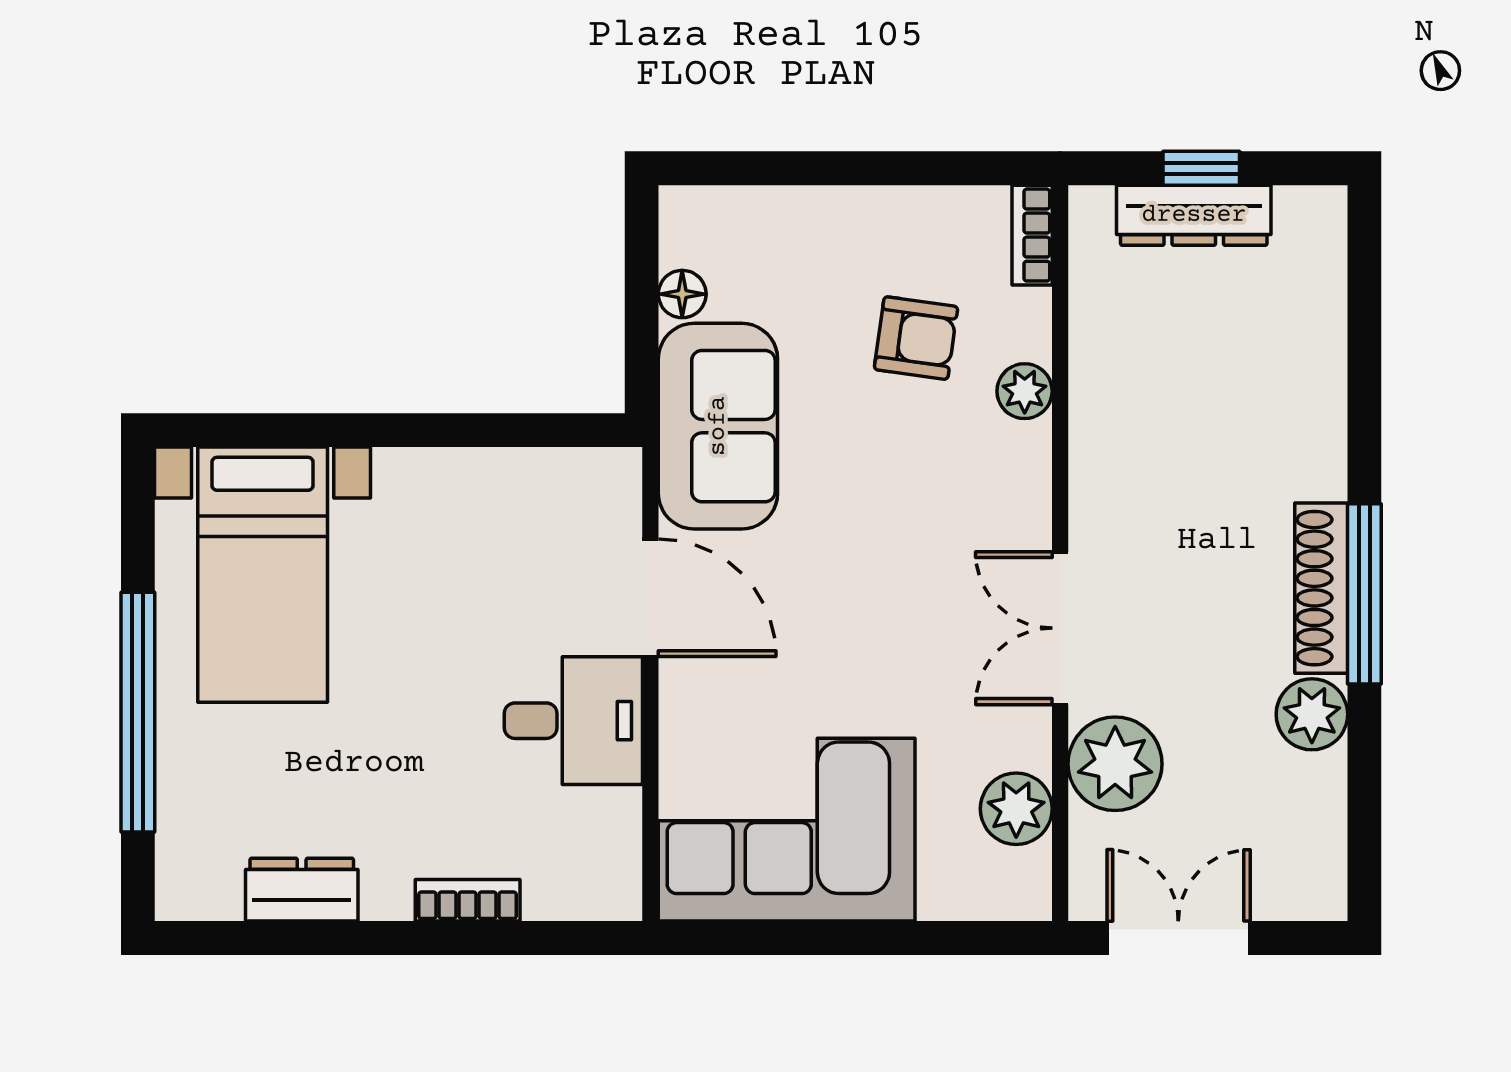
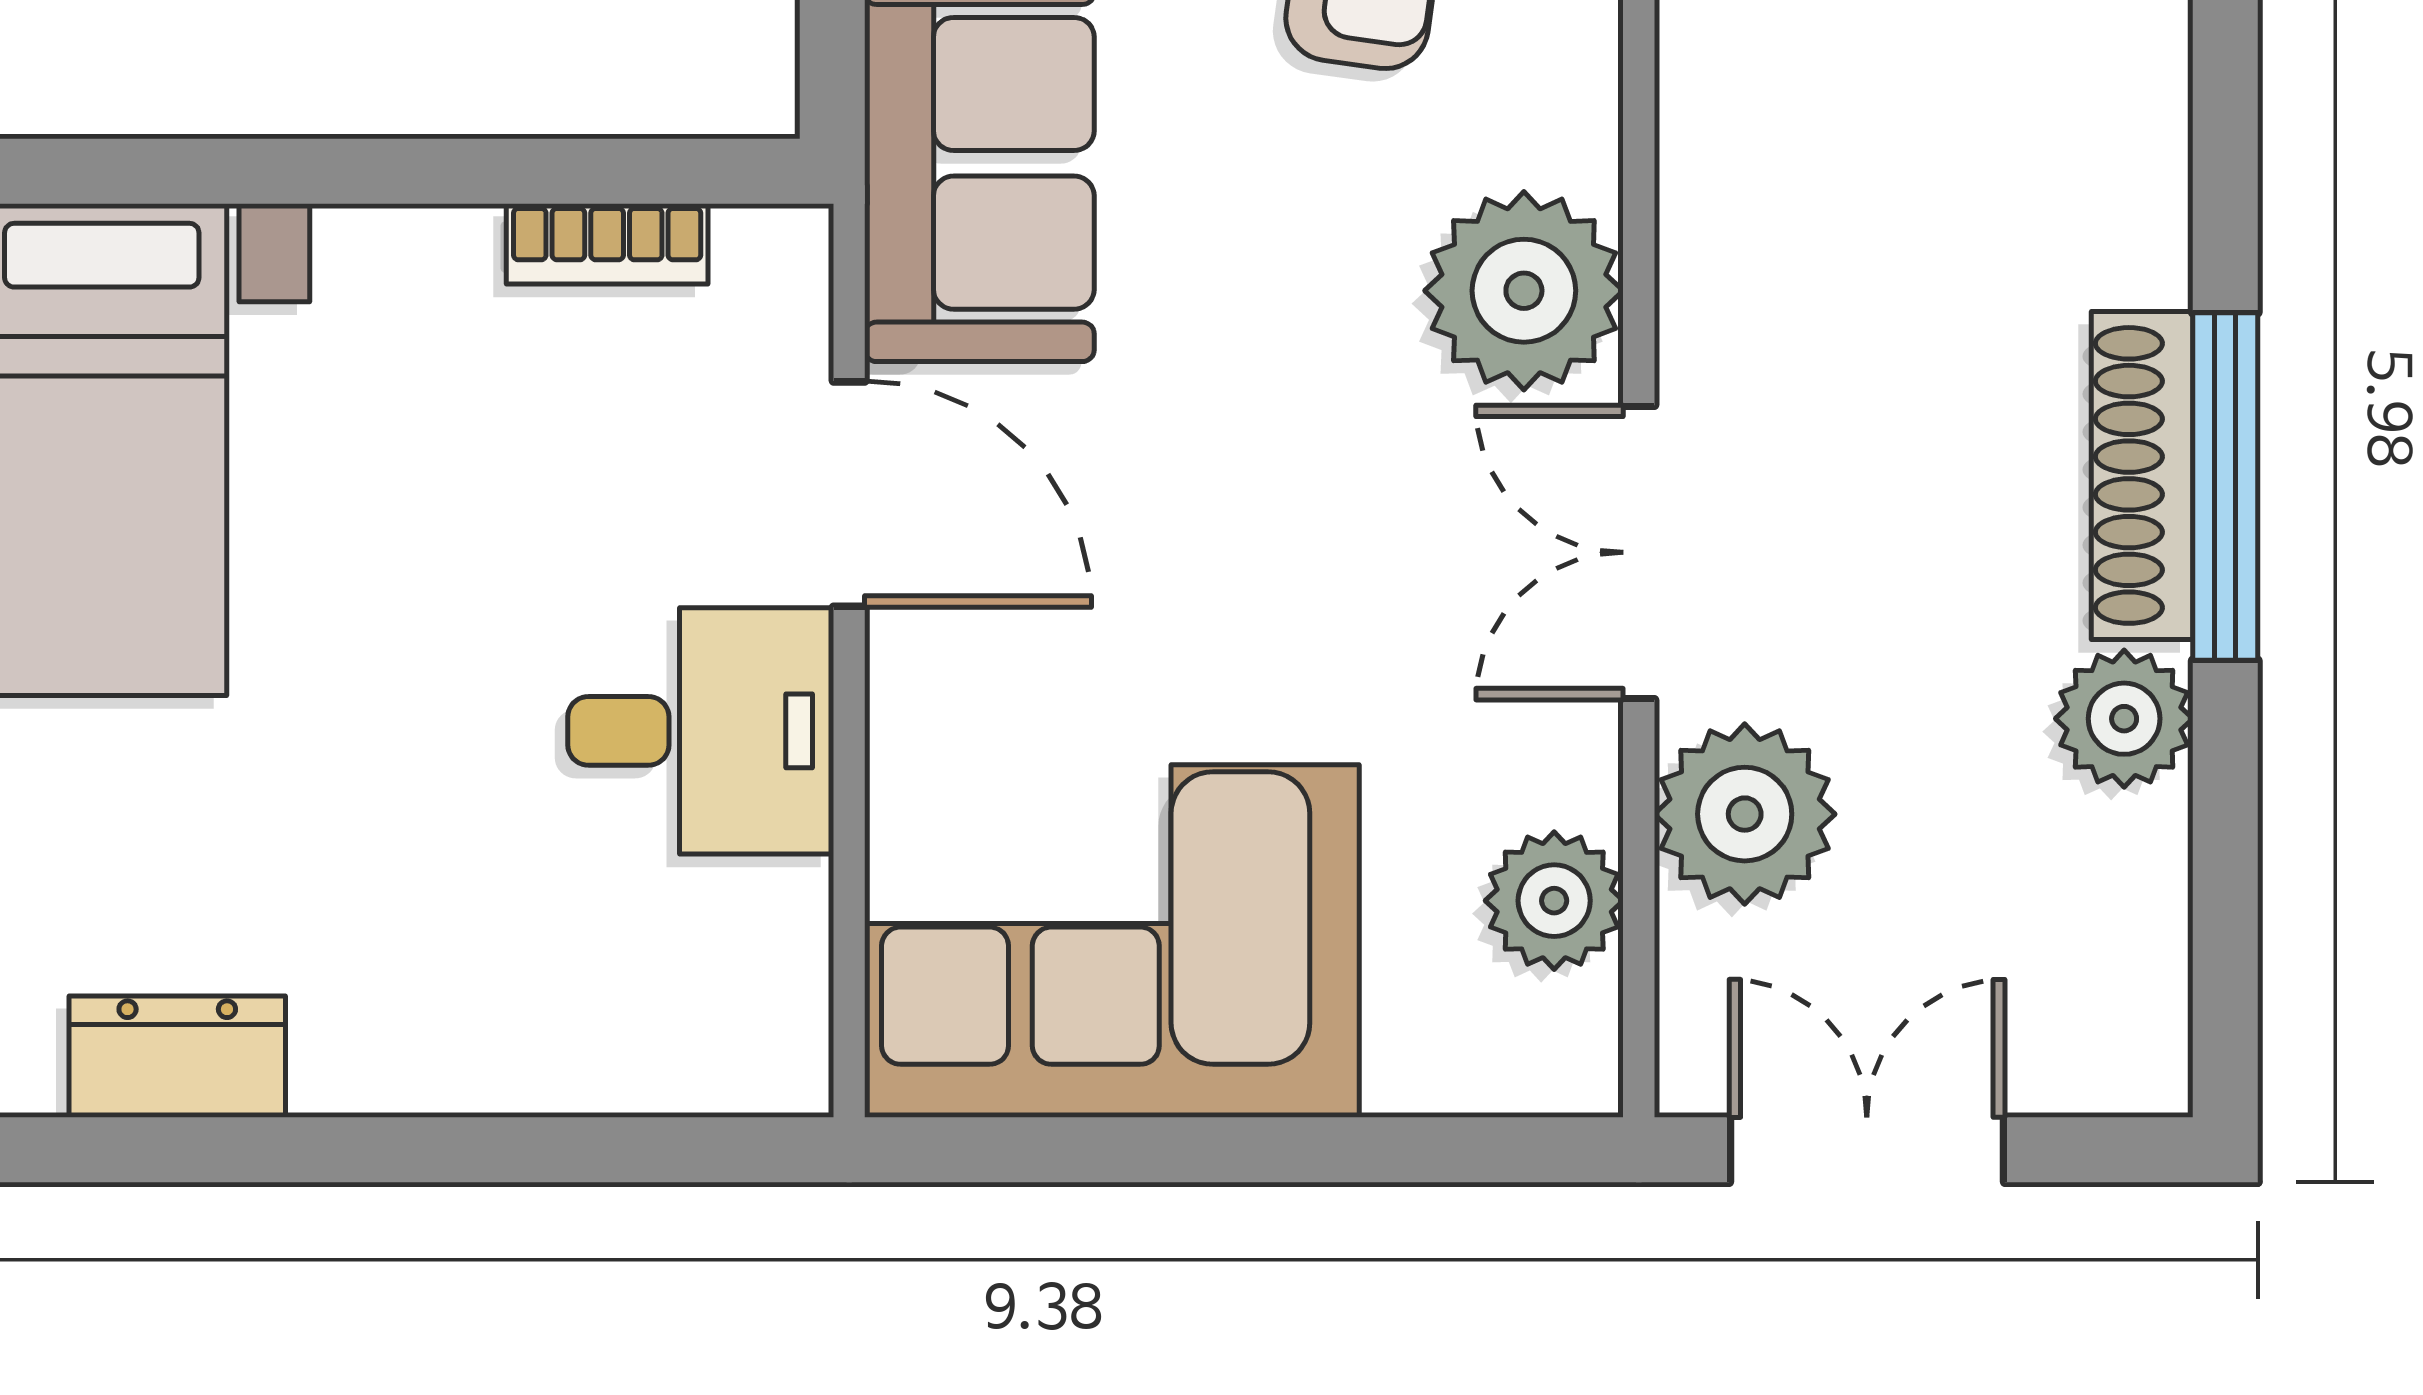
plant: (1025, 391) -> (1524, 291), moved, width x1.87, depth x1.87
bookcase: (468, 900) -> (607, 244), moved, turned 180

